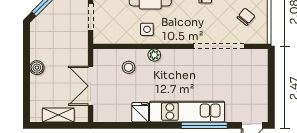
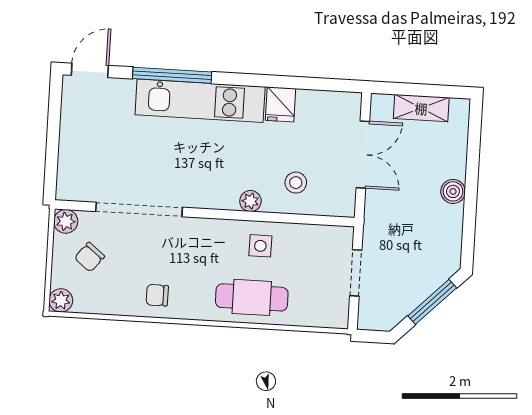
plant: (261, 37) -> (66, 221), added

